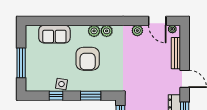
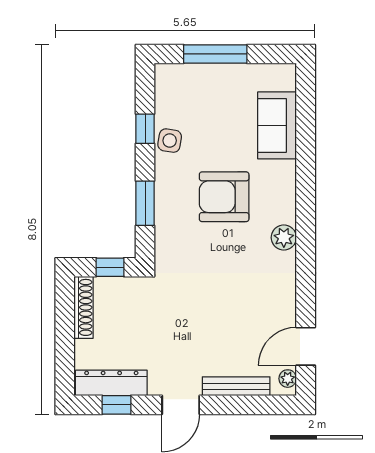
plant: (94, 31) -> (284, 210), removed
plant: (137, 31) -> (285, 303), removed

